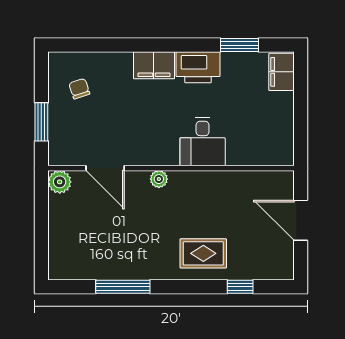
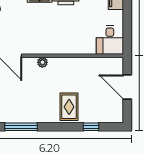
desk: (203, 142) -> (110, 40), moved
rug: (203, 253) -> (69, 107), turned 90

